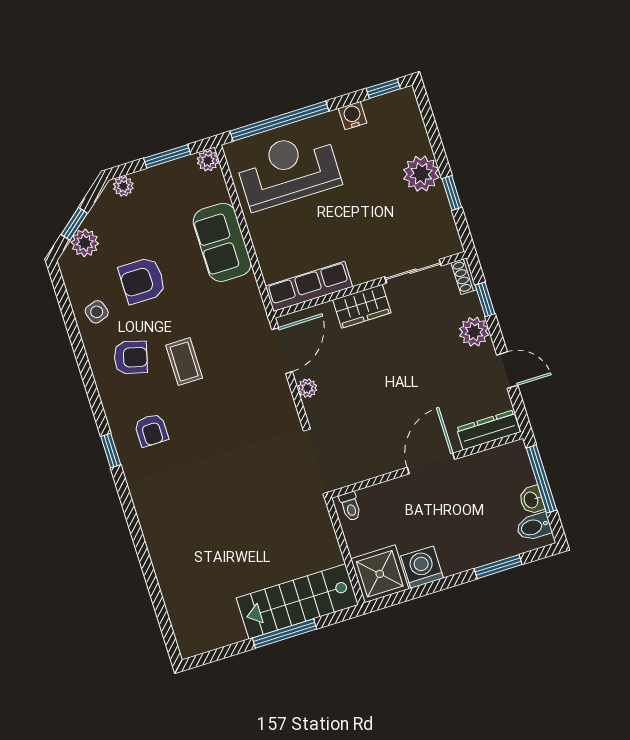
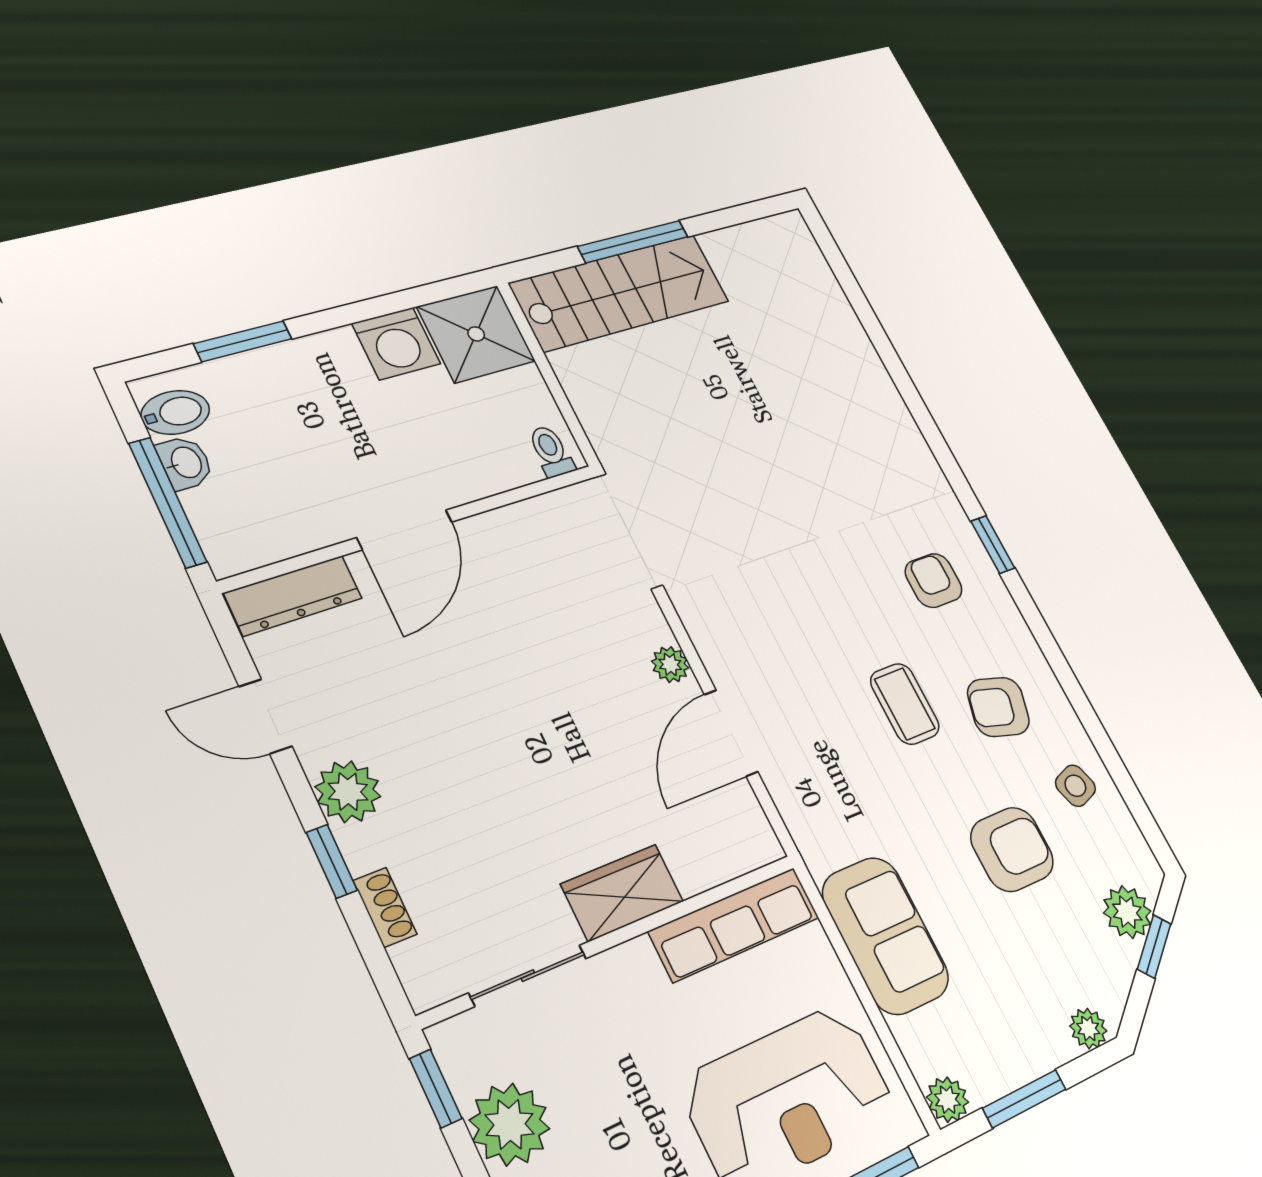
sliding door: (413, 271) -> (528, 976), moved
wall: (370, 285) -> (613, 939), moved
row of seats: (309, 286) -> (735, 924), moved
wardrobe: (362, 306) -> (622, 893), moved

